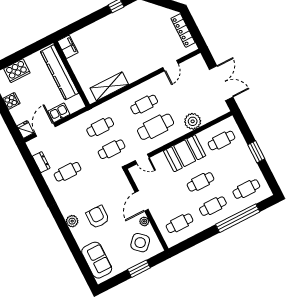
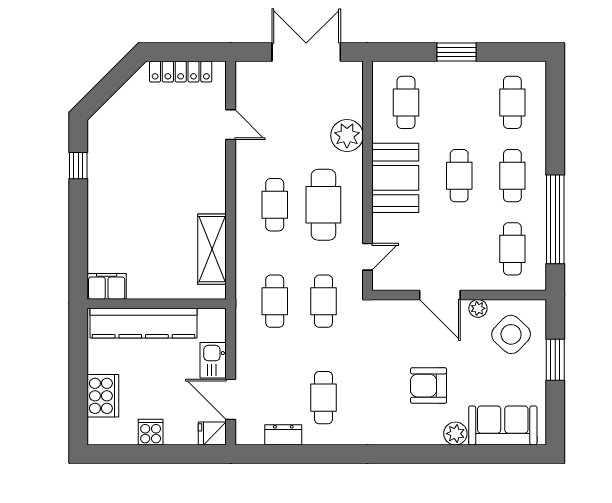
window: (238, 218) -> (555, 219), moved
plant: (72, 221) -> (455, 434), moved

